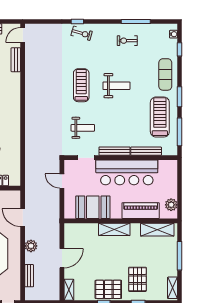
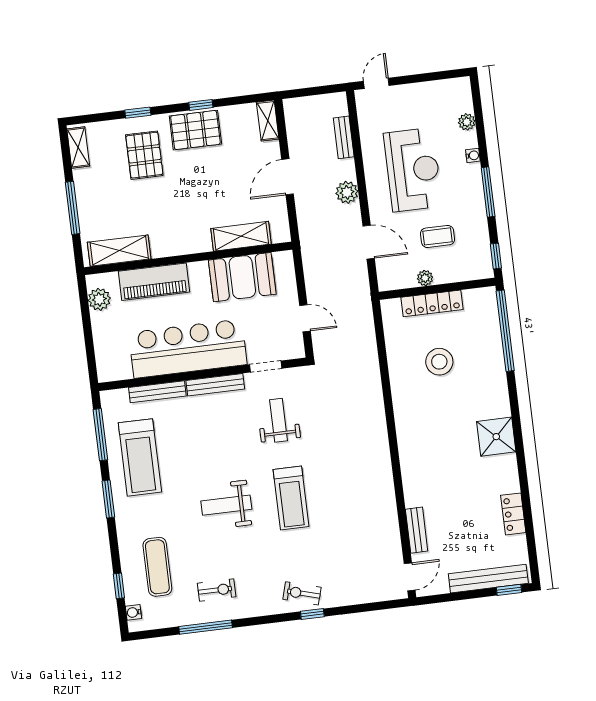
exercise mat: (165, 74) -> (157, 567), moved
weight bench: (83, 128) -> (279, 420), turned 90
shelving: (114, 229) -> (241, 236), moved

